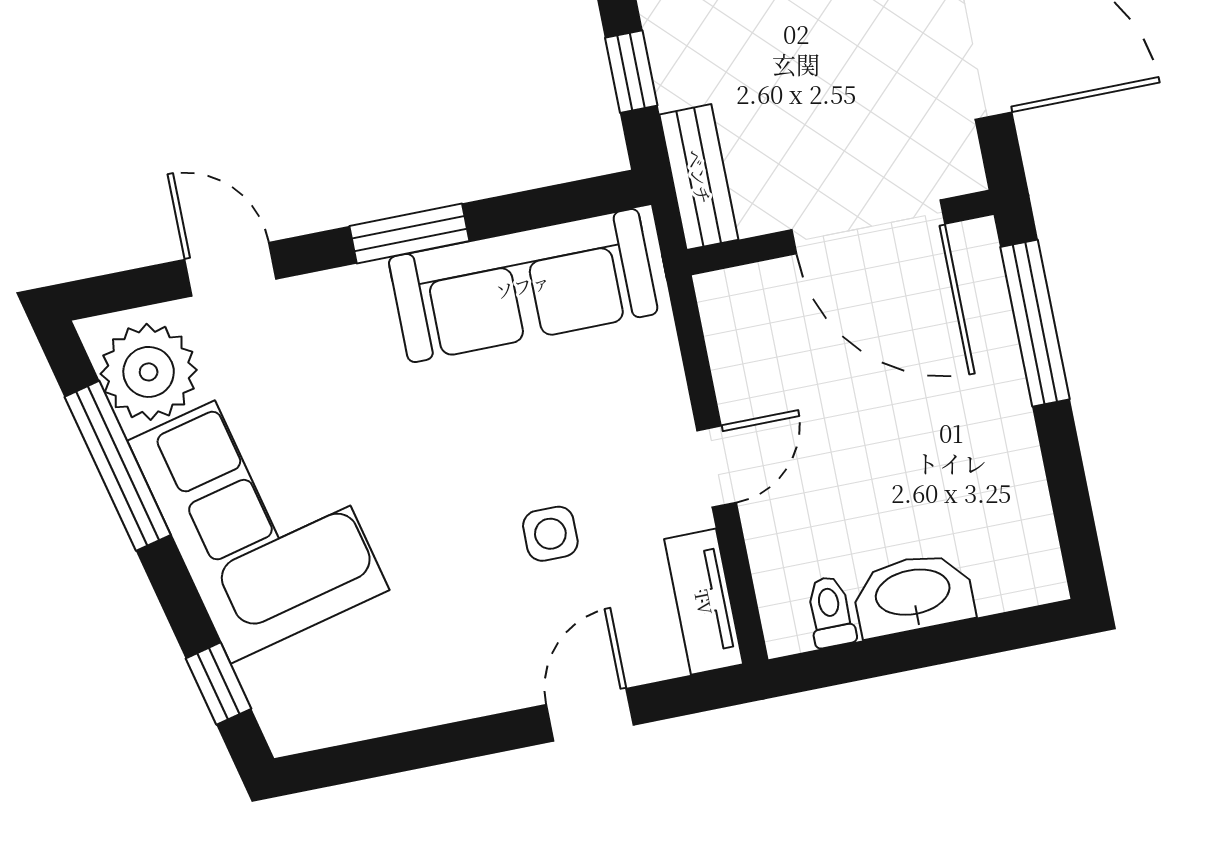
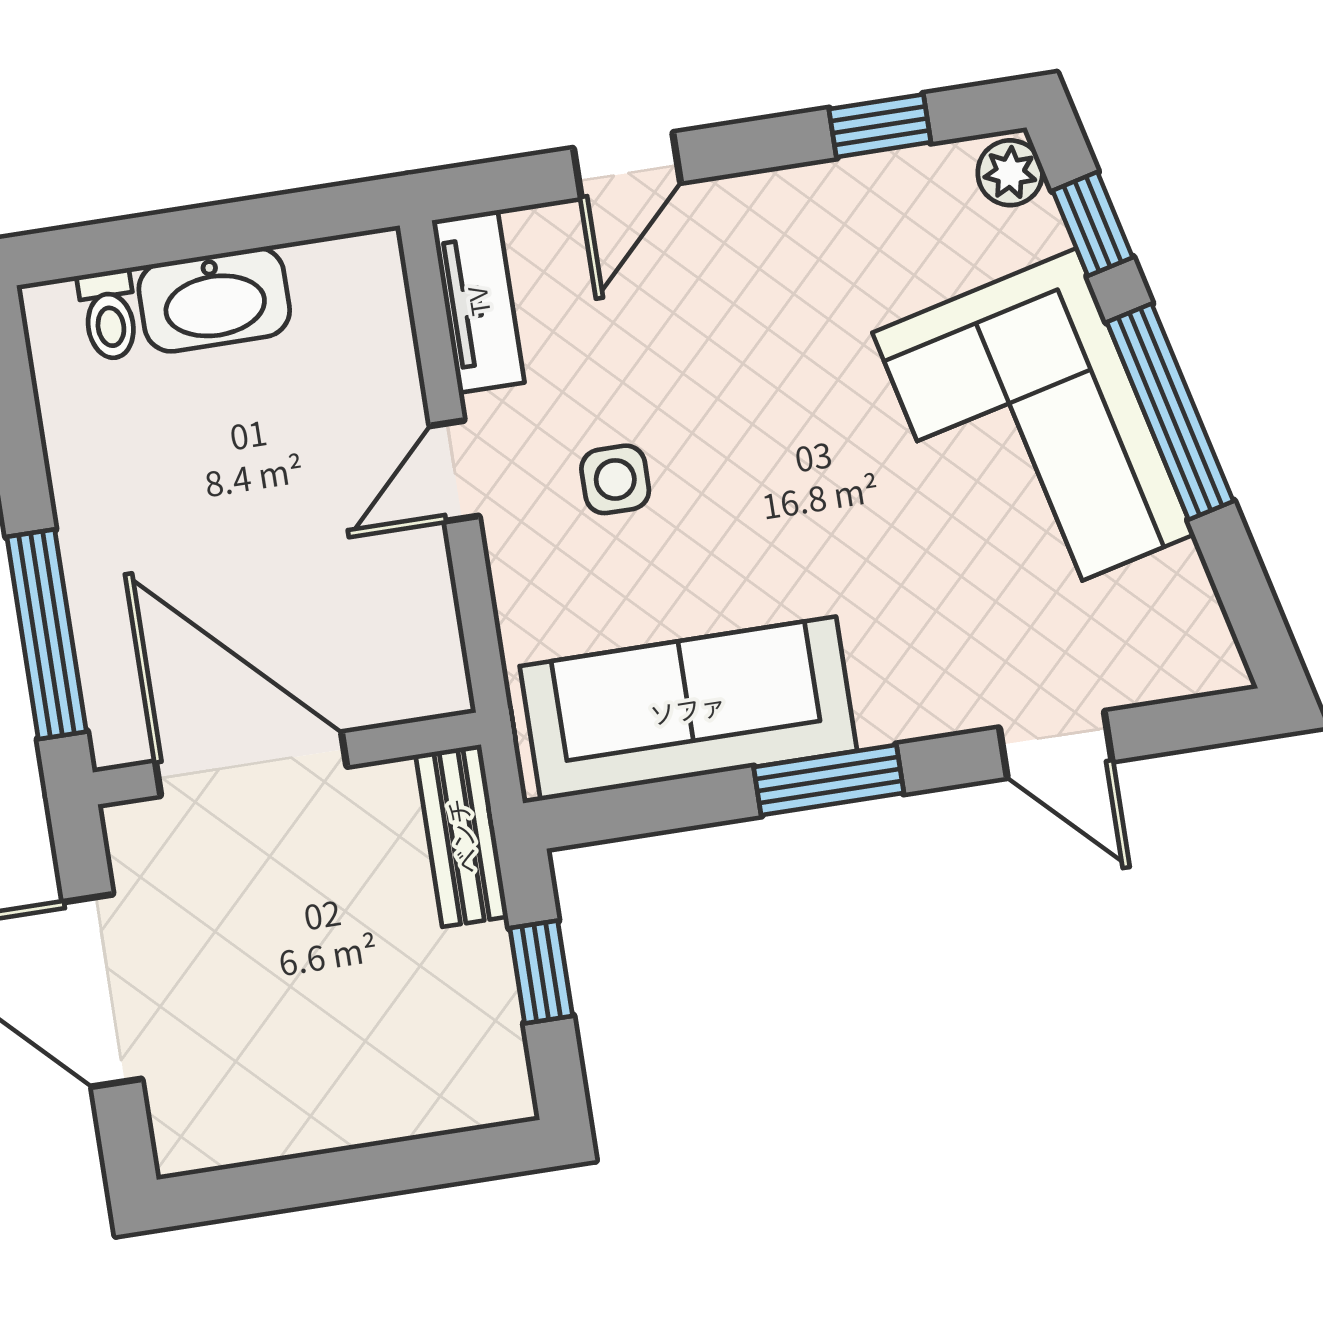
plant: (149, 372) -> (1010, 173), moved, width x0.53, depth x0.53
window: (118, 466) -> (1170, 412), moved
side table: (550, 534) -> (615, 479), moved
toilet: (830, 612) -> (109, 315), moved
window: (391, 755) -> (880, 126), added

